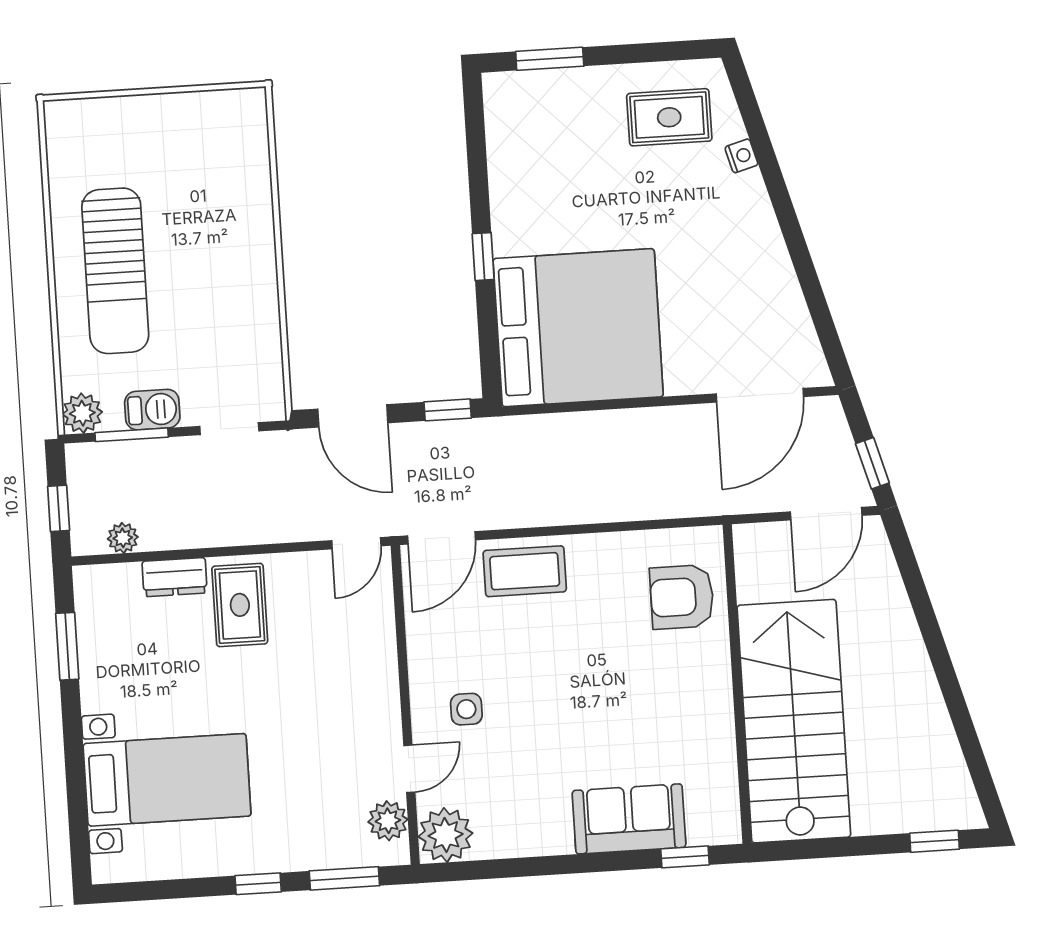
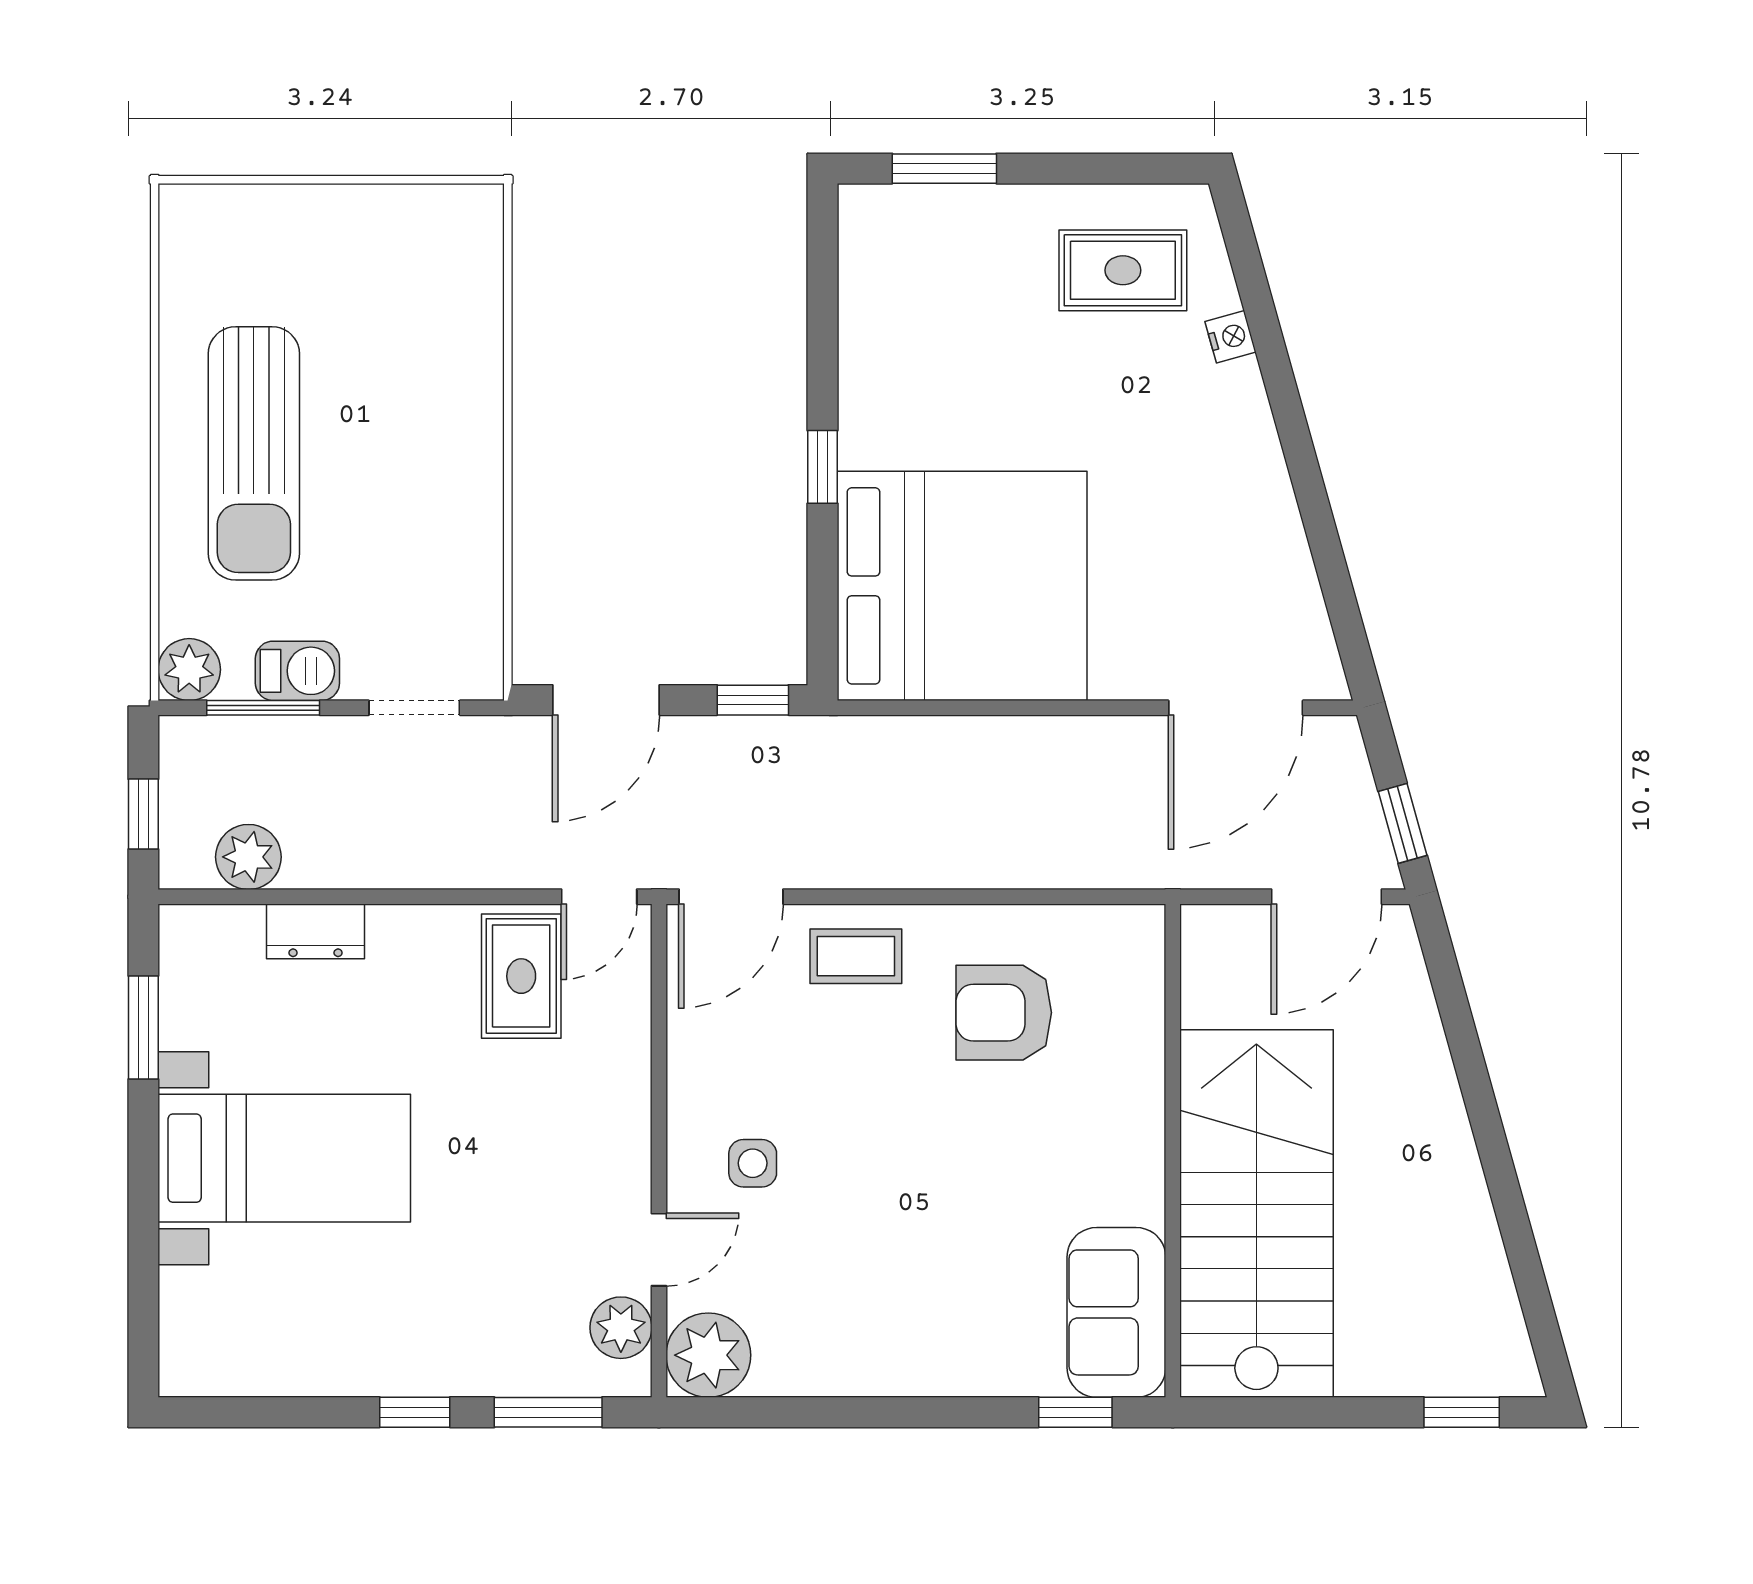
door: (353, 416) -> (606, 700), hinge flipped
plant: (123, 538) -> (248, 857), width x1.38, depth x1.38
coffee table: (525, 571) -> (856, 956), width x0.73, depth x0.77
armchair: (682, 597) -> (1004, 1013), moved
rug: (240, 605) -> (521, 976), moved
bed with nightstands: (167, 780) -> (284, 1158), moved
sofa: (629, 819) -> (1116, 1312), moved, turned -90

